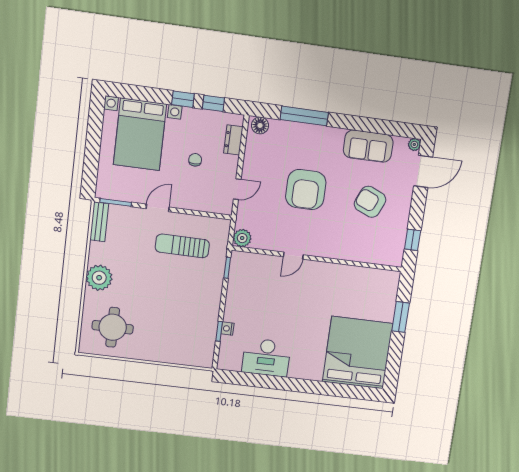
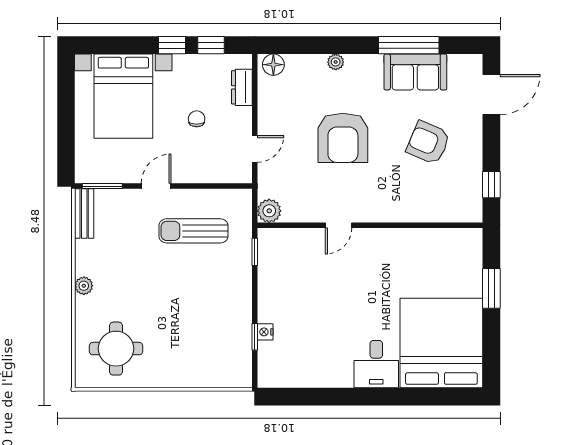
window: (304, 116) -> (409, 45), moved
plant: (414, 144) -> (336, 62), moved
plant: (99, 278) -> (84, 286), width x0.53, depth x0.53
desk: (266, 357) -> (376, 364), moved, width x0.73

